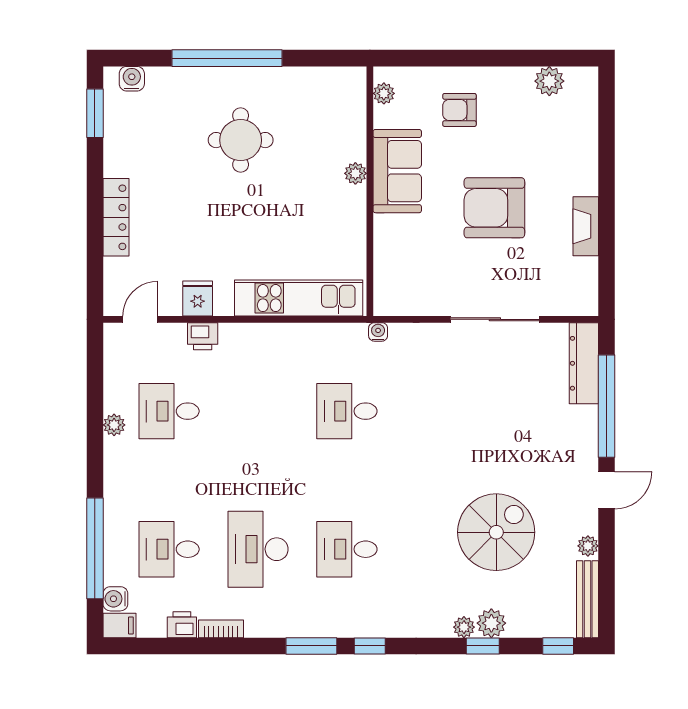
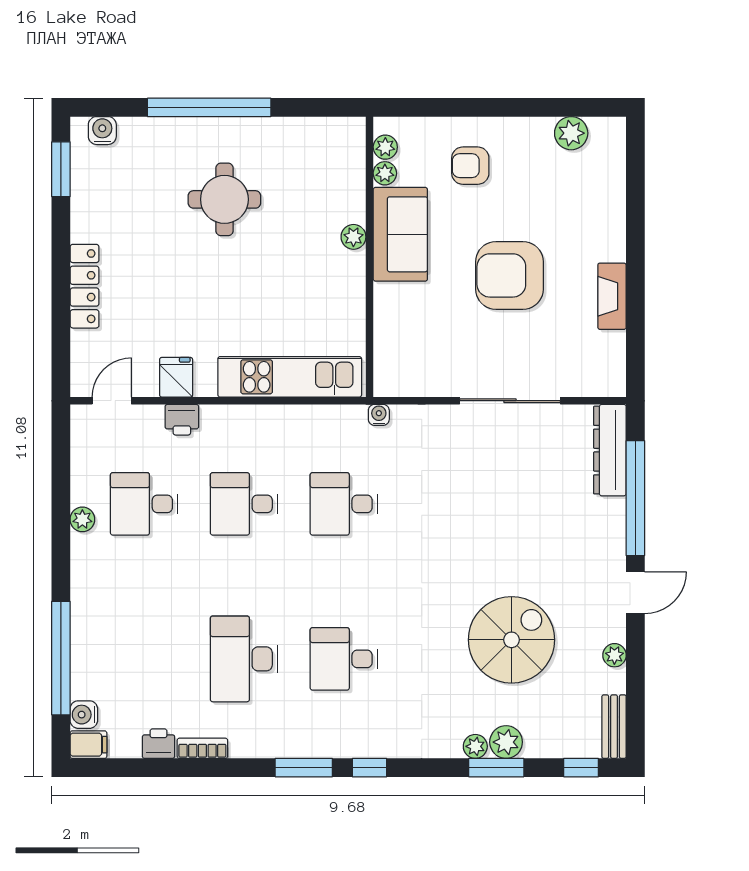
plant: (383, 117) -> (385, 173), added
desk: (169, 549) -> (244, 504), moved
bench: (587, 599) -> (614, 727), width x0.73
window: (483, 646) -> (496, 768), width x1.50

